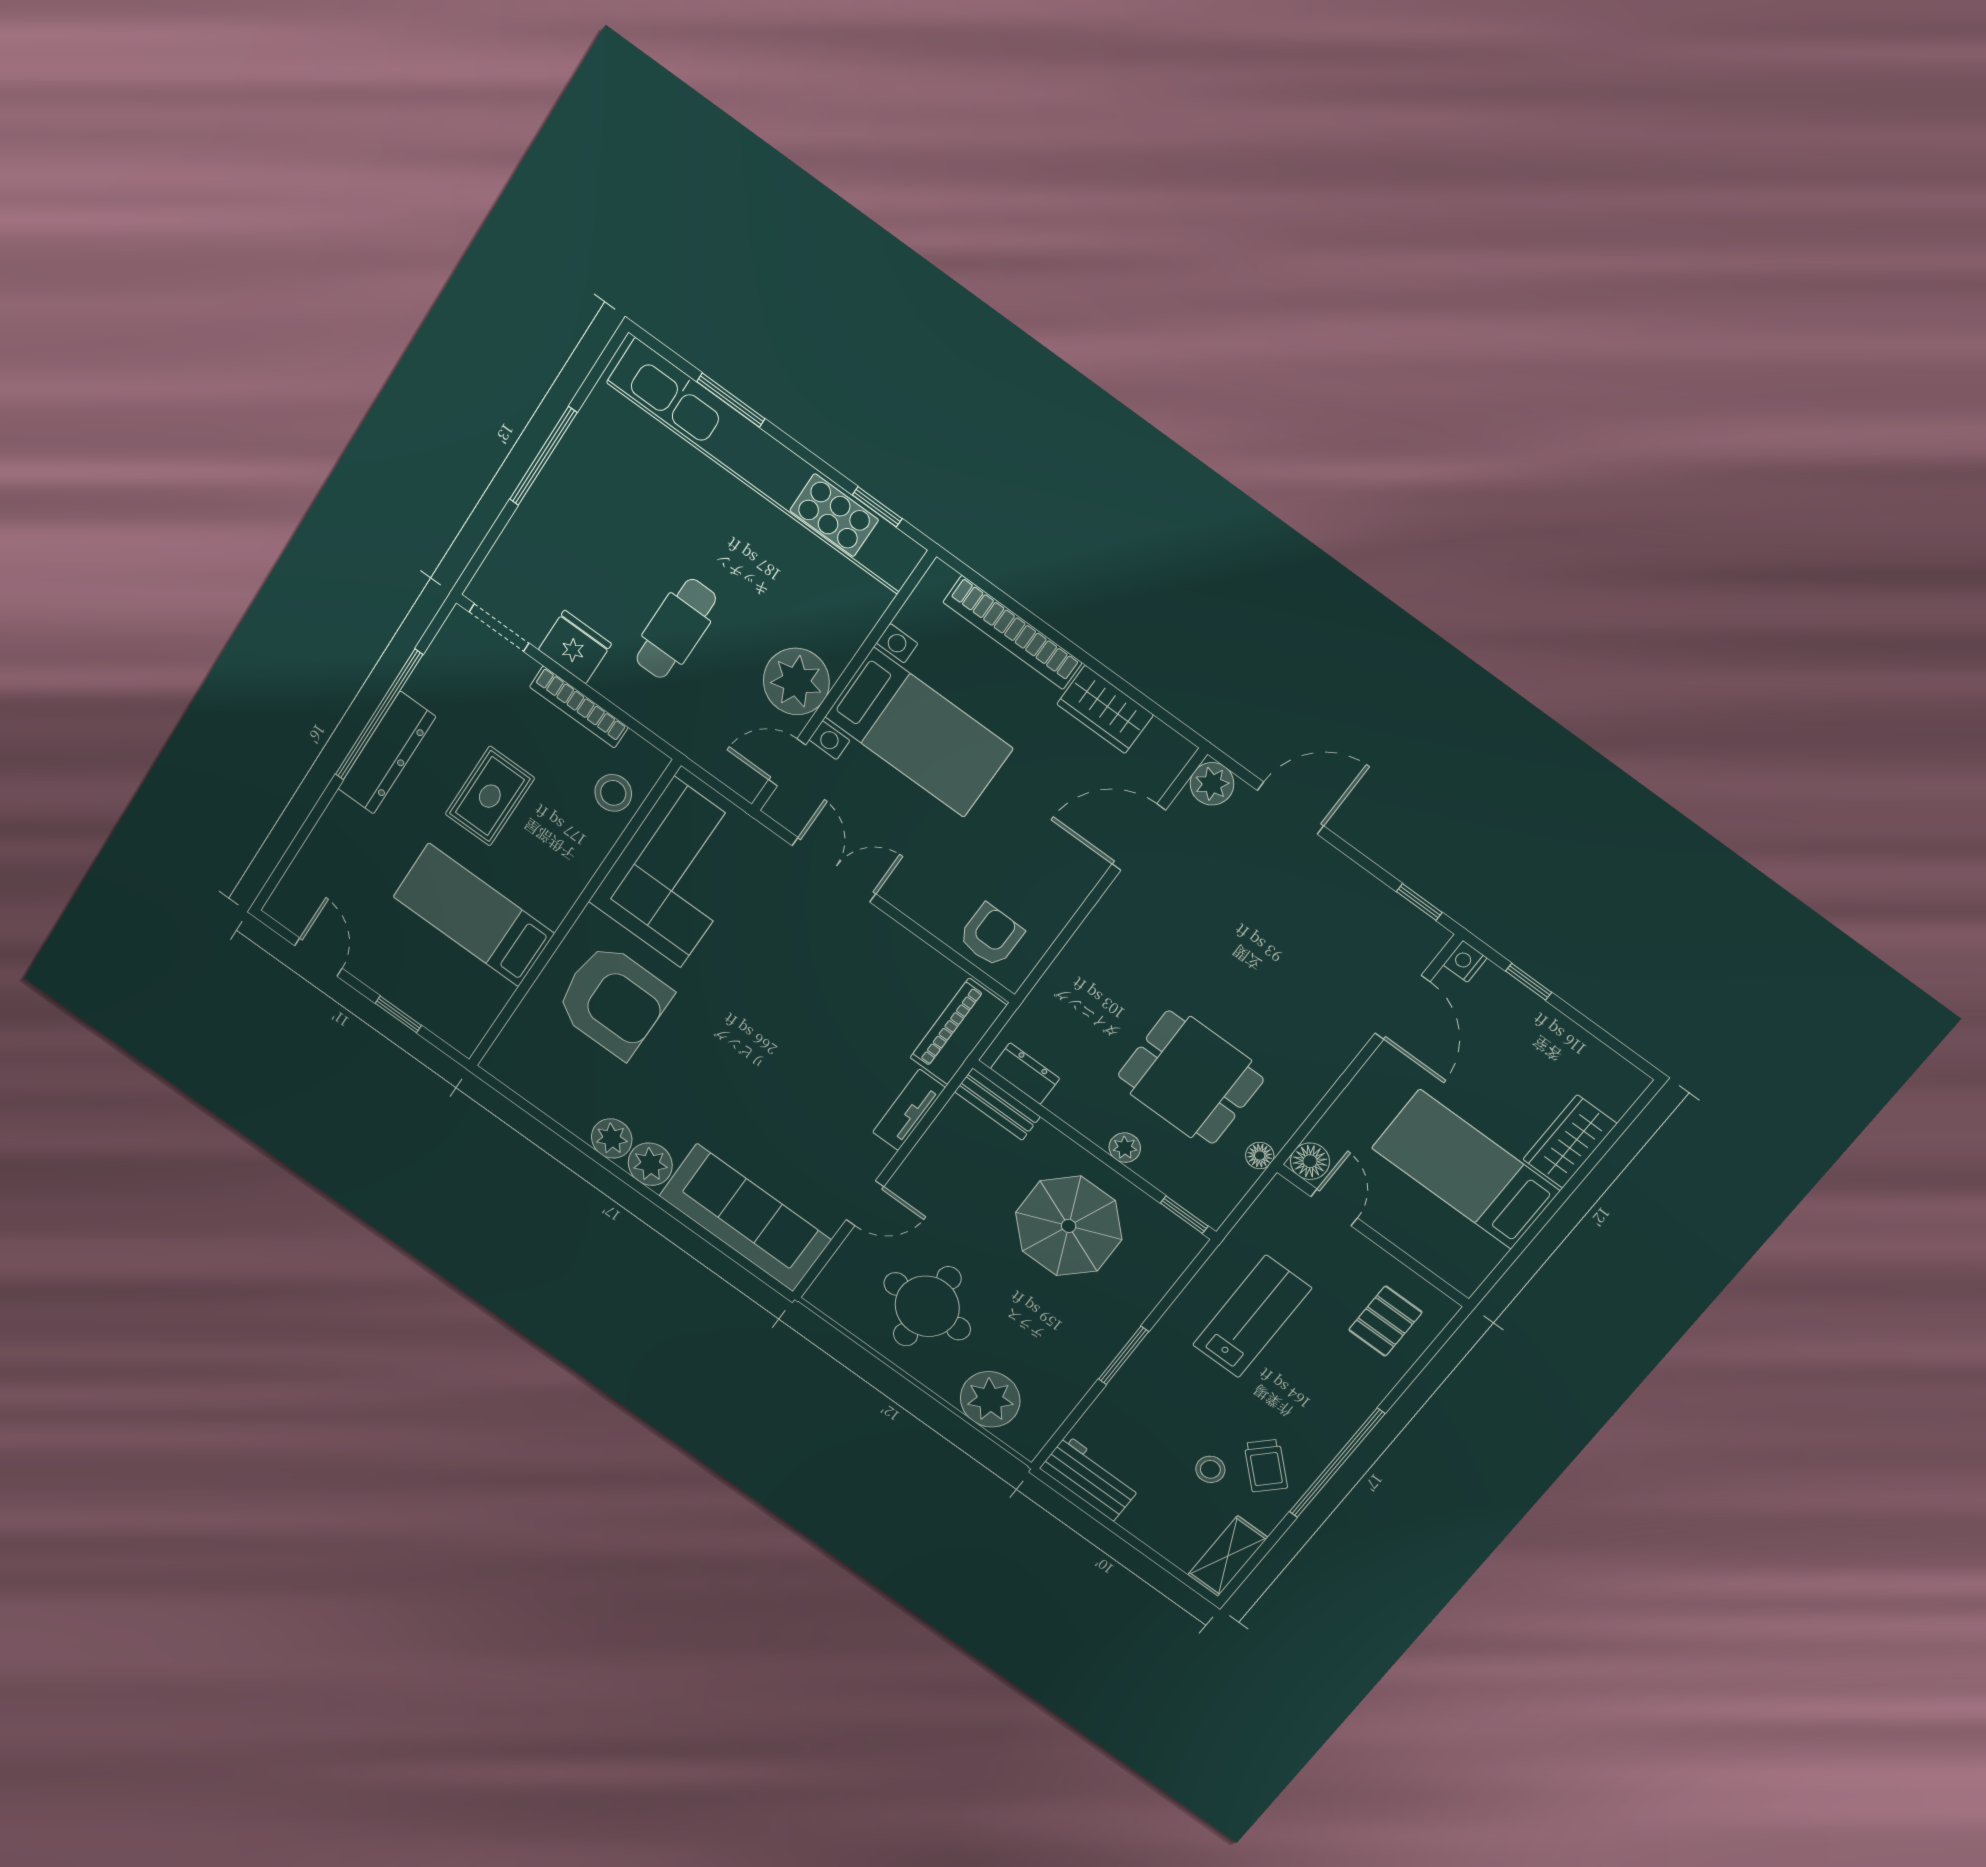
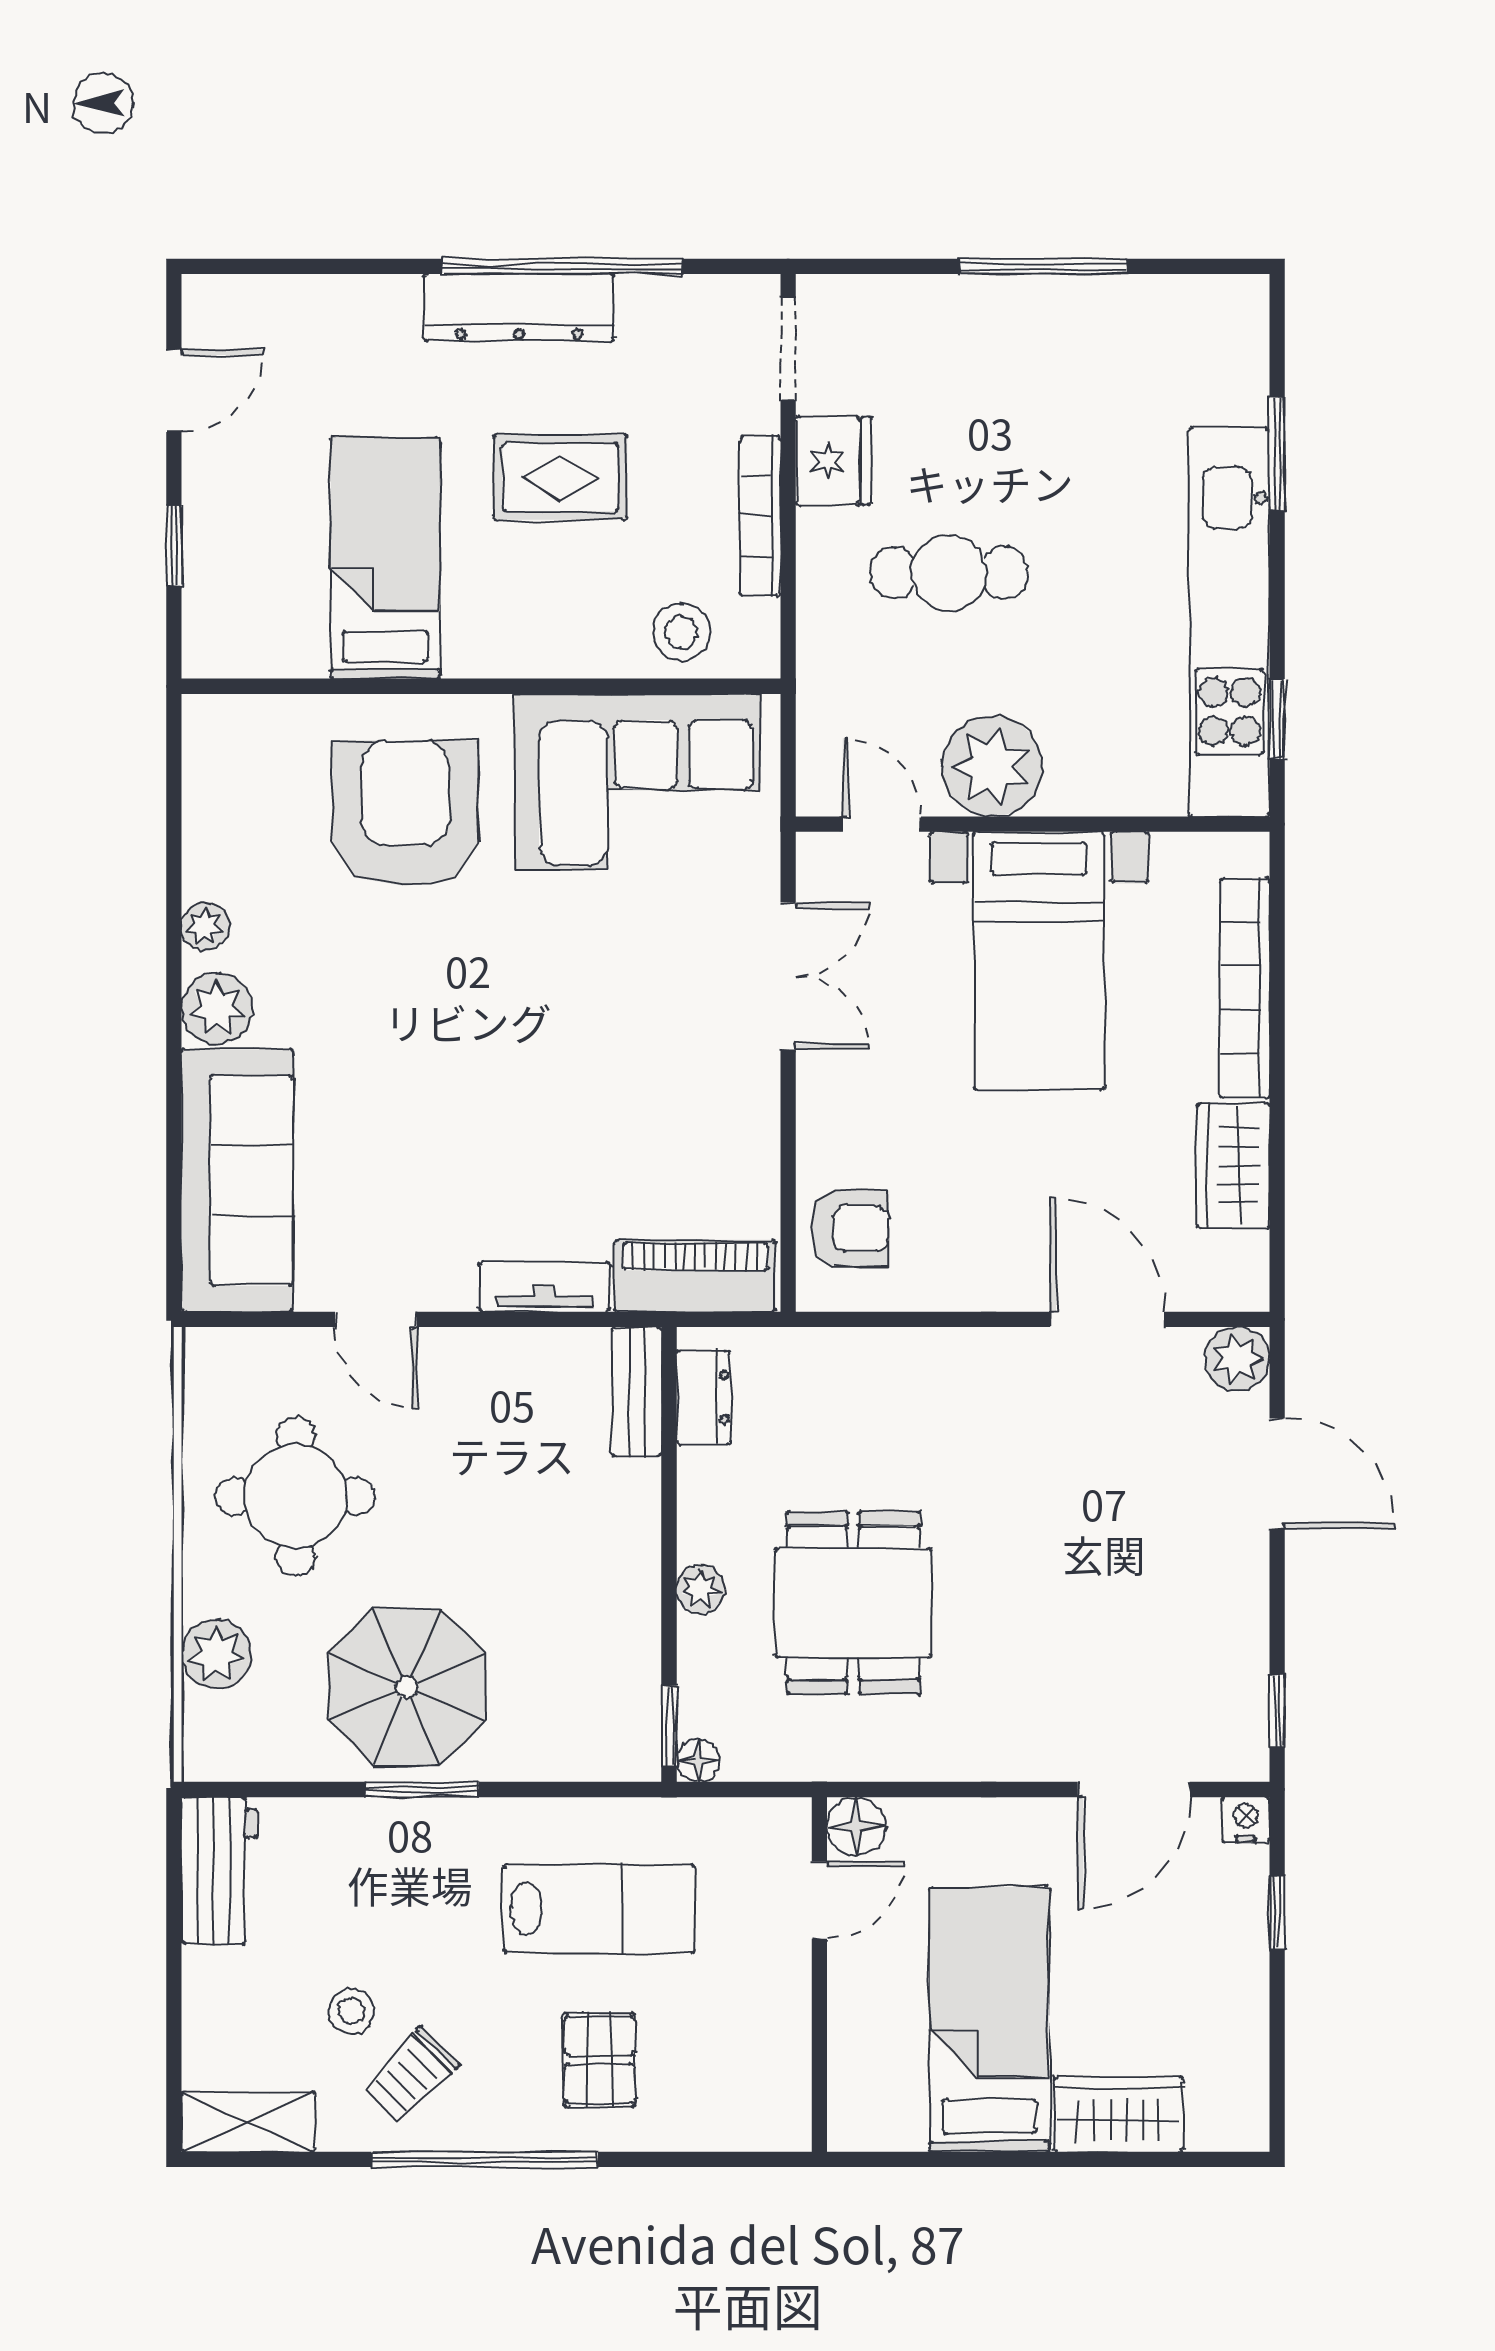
kitchen unit: (767, 466) -> (1229, 622), width x0.73
armchair: (613, 1001) -> (405, 813), turned 180
plant: (612, 1138) -> (205, 926), width x0.73, depth x0.73
floor lamp: (1260, 1156) -> (698, 1761), moved
parasol: (1069, 1226) -> (407, 1687), moved
pallet: (1385, 1321) -> (599, 2060), moved, turned 90
plant: (990, 1399) -> (216, 1654), width x0.73, depth x0.73

